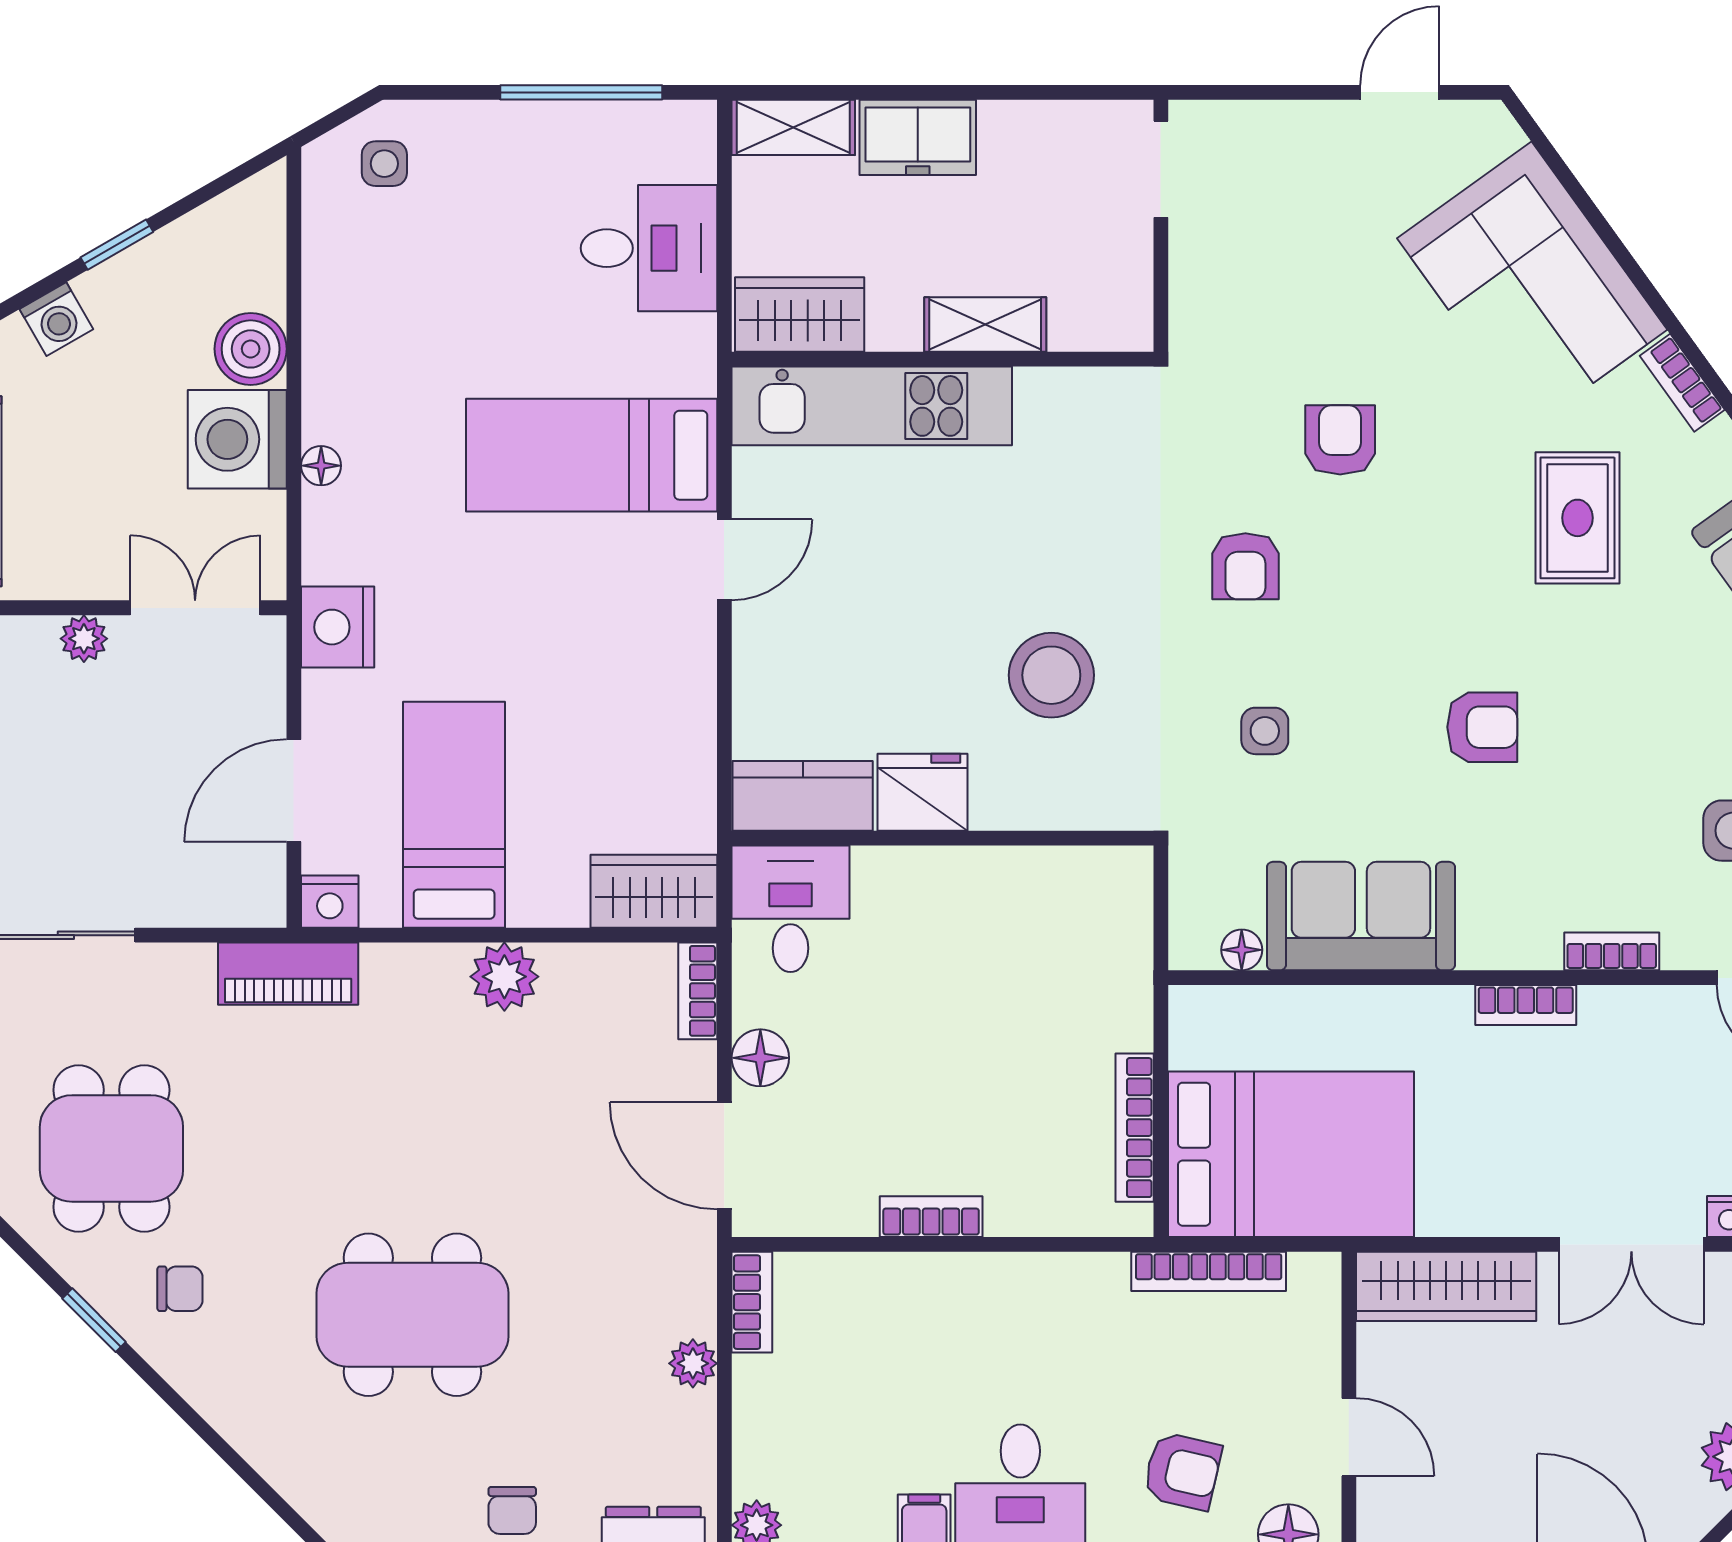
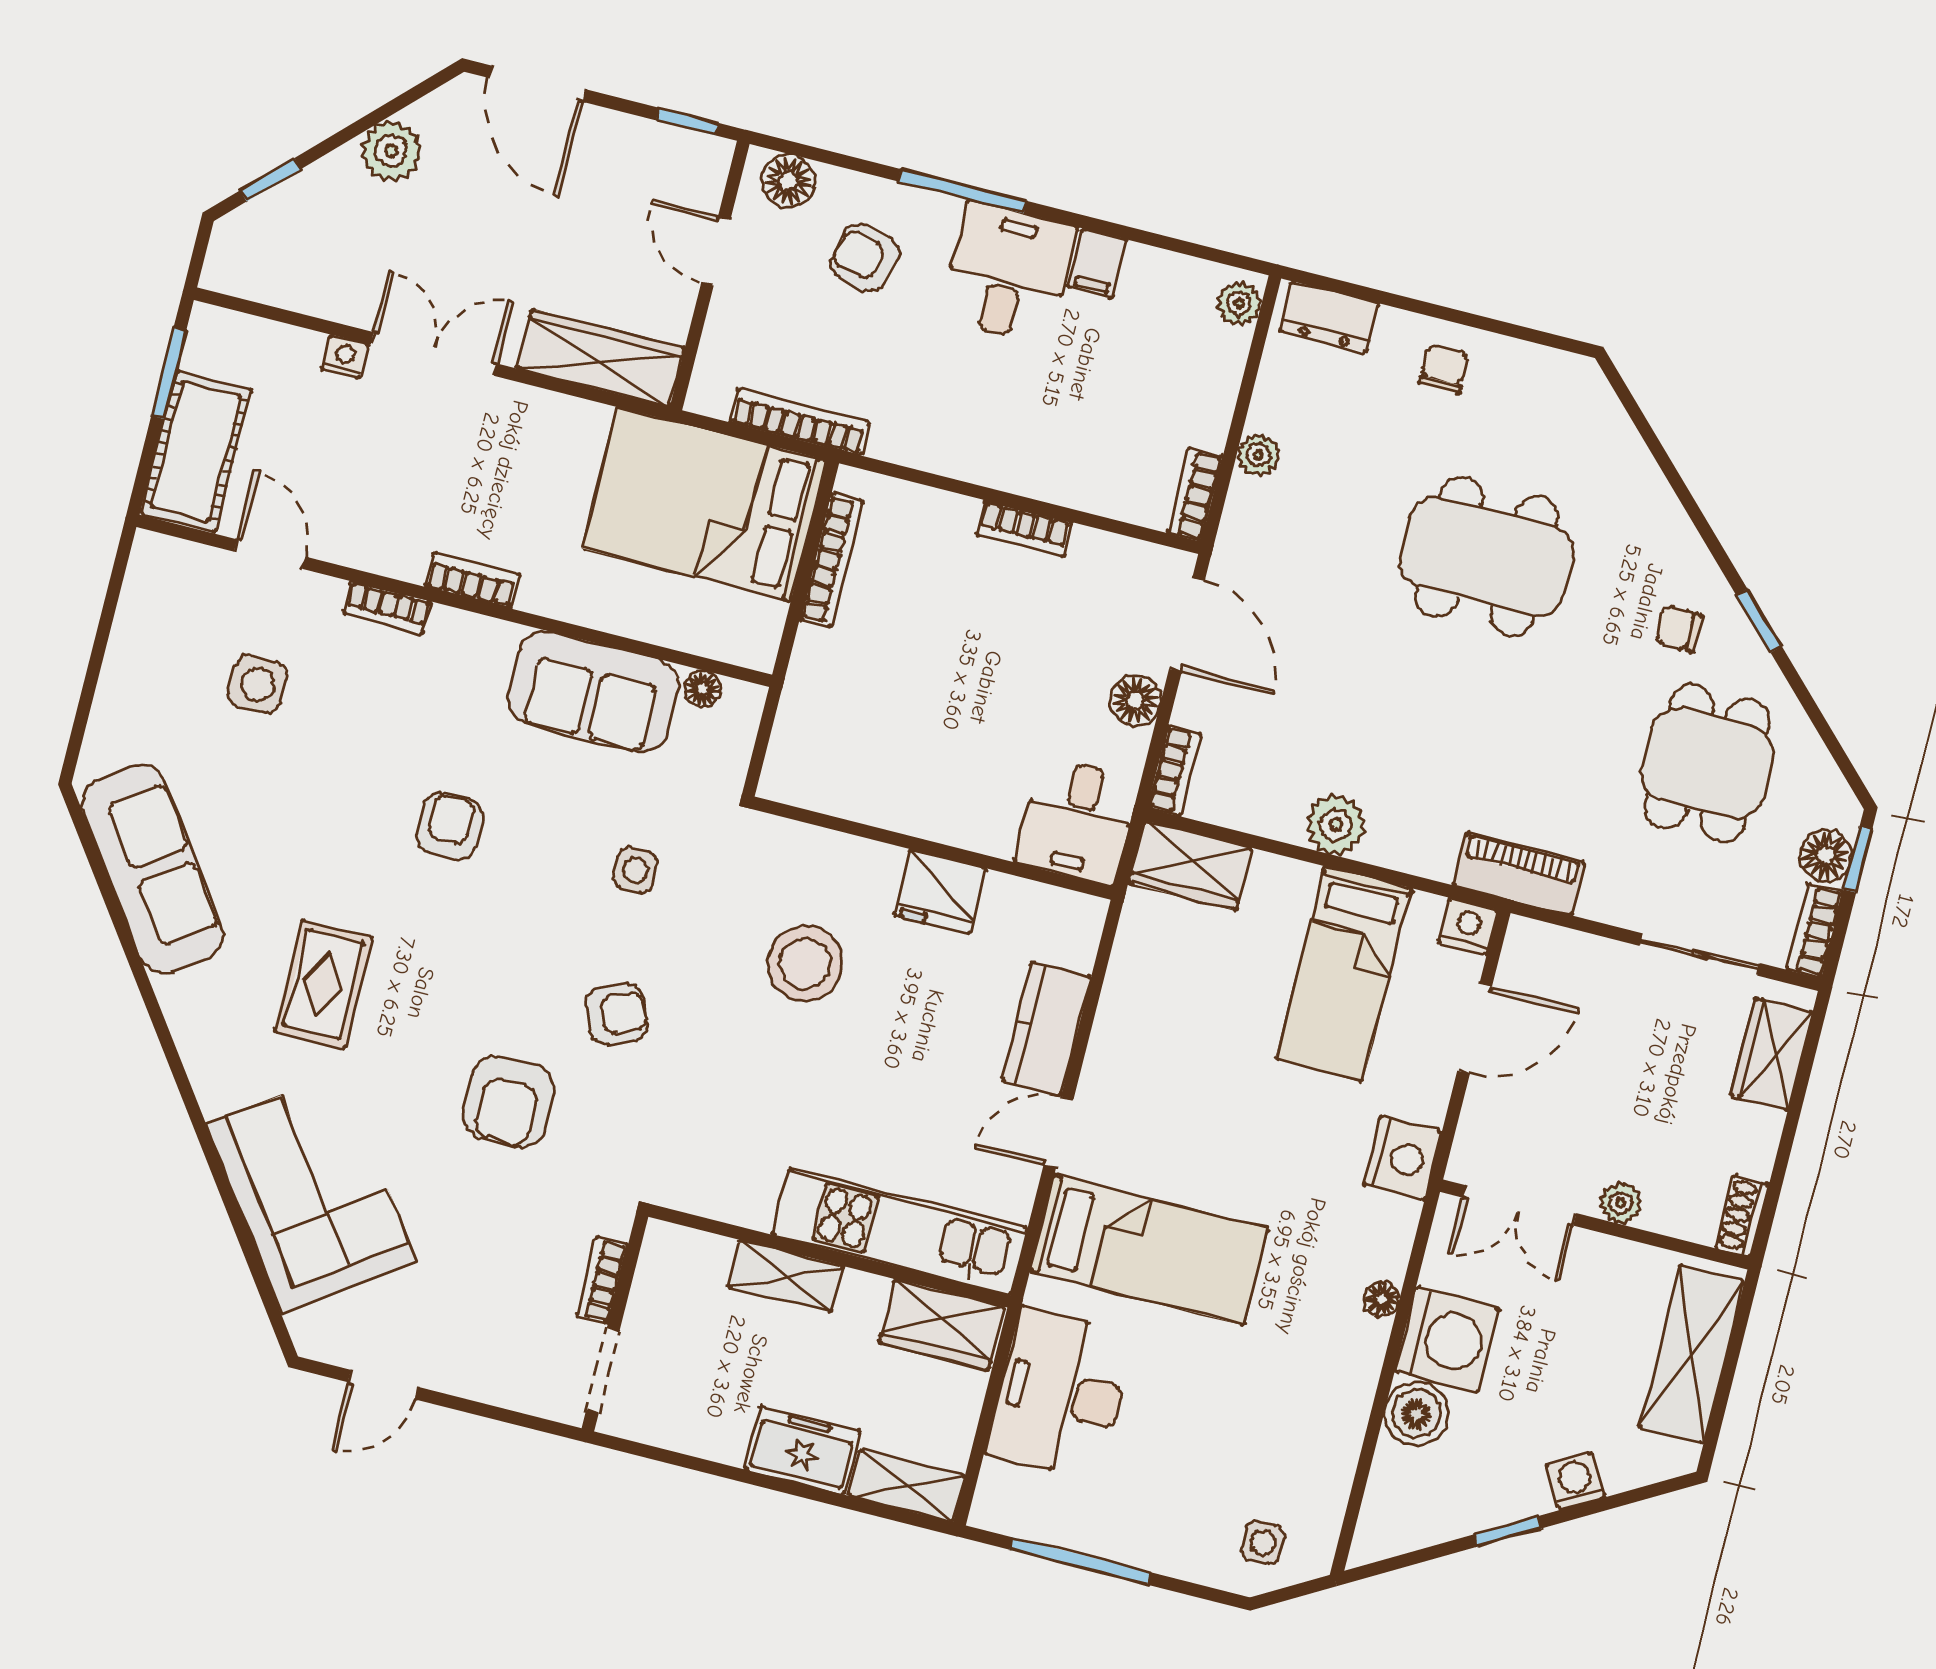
desk: (649, 248) -> (1061, 1394), width x1.37
bookcase: (1682, 383) -> (602, 1280), moved, turned -144
armchair: (1340, 440) -> (509, 1102), width x1.38, depth x1.38
armchair: (1245, 566) -> (616, 1014), turned 66
armchair: (1482, 727) -> (449, 826), turned 90
kitchen counter: (803, 796) -> (1046, 1028), moved, turned 90

